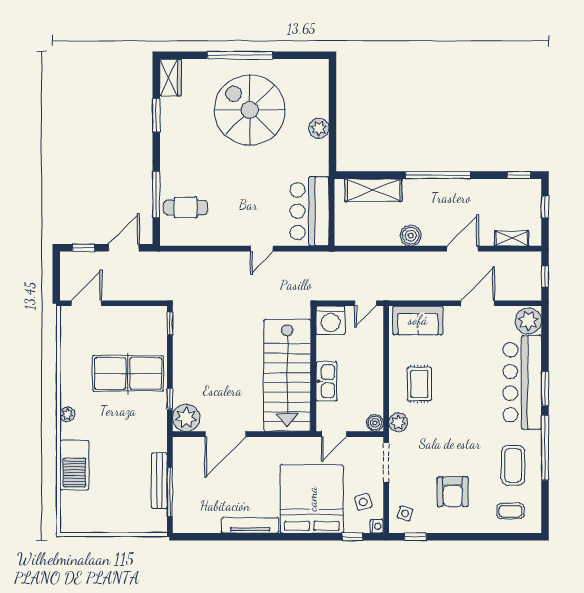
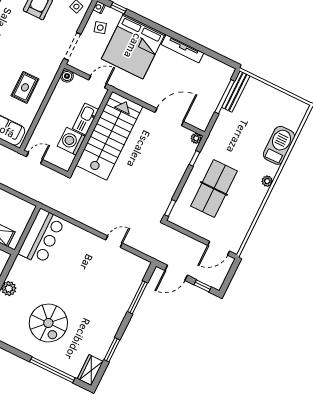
window: (240, 55) -> (52, 370), moved
spiral stairs: (250, 110) -> (48, 323), width x0.73, depth x0.73
cafe table: (186, 207) -> (122, 279), removed
door: (262, 249) -> (114, 242), moved
washing machine: (330, 320) -> (71, 141), moved, turned -90
table tennis table: (128, 373) -> (214, 189), turned 90
plant: (186, 418) -> (196, 138), width x0.53, depth x0.53
plant: (398, 422) -> (51, 69), removed
bench: (159, 481) -> (236, 91), moved

